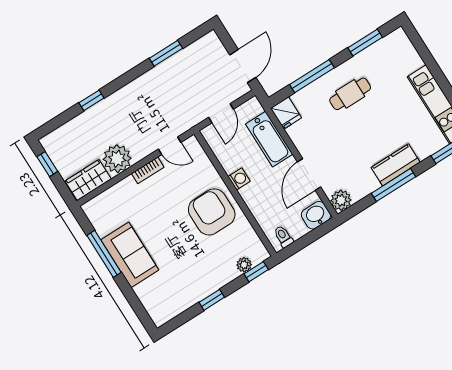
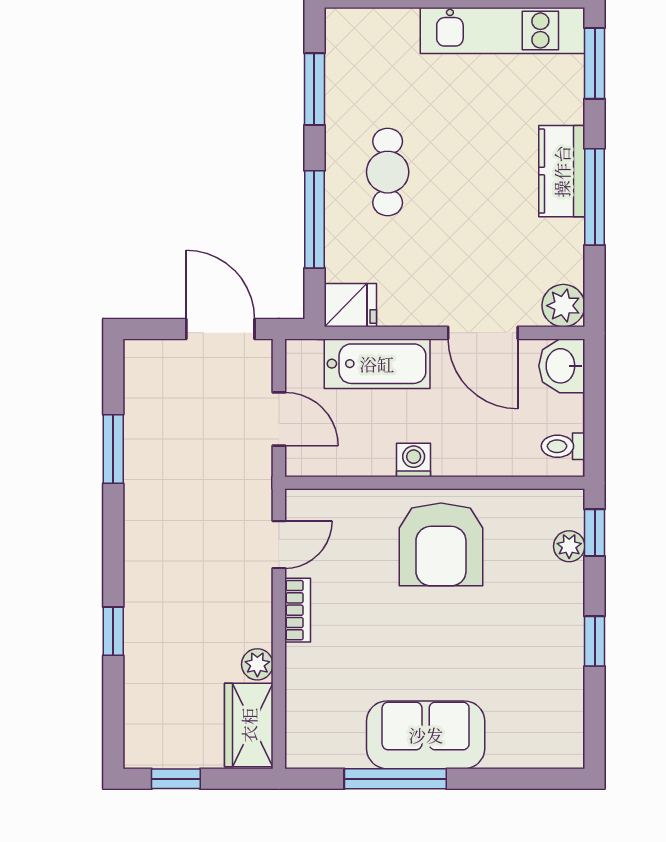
plant: (117, 159) -> (257, 664), width x0.53, depth x0.53
armchair: (212, 212) -> (441, 544), turned -90

